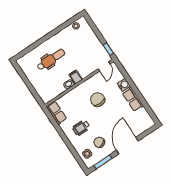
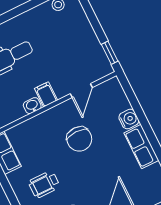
door: (104, 66) -> (81, 91), moved
chair: (98, 100) -> (79, 139), turned 180

